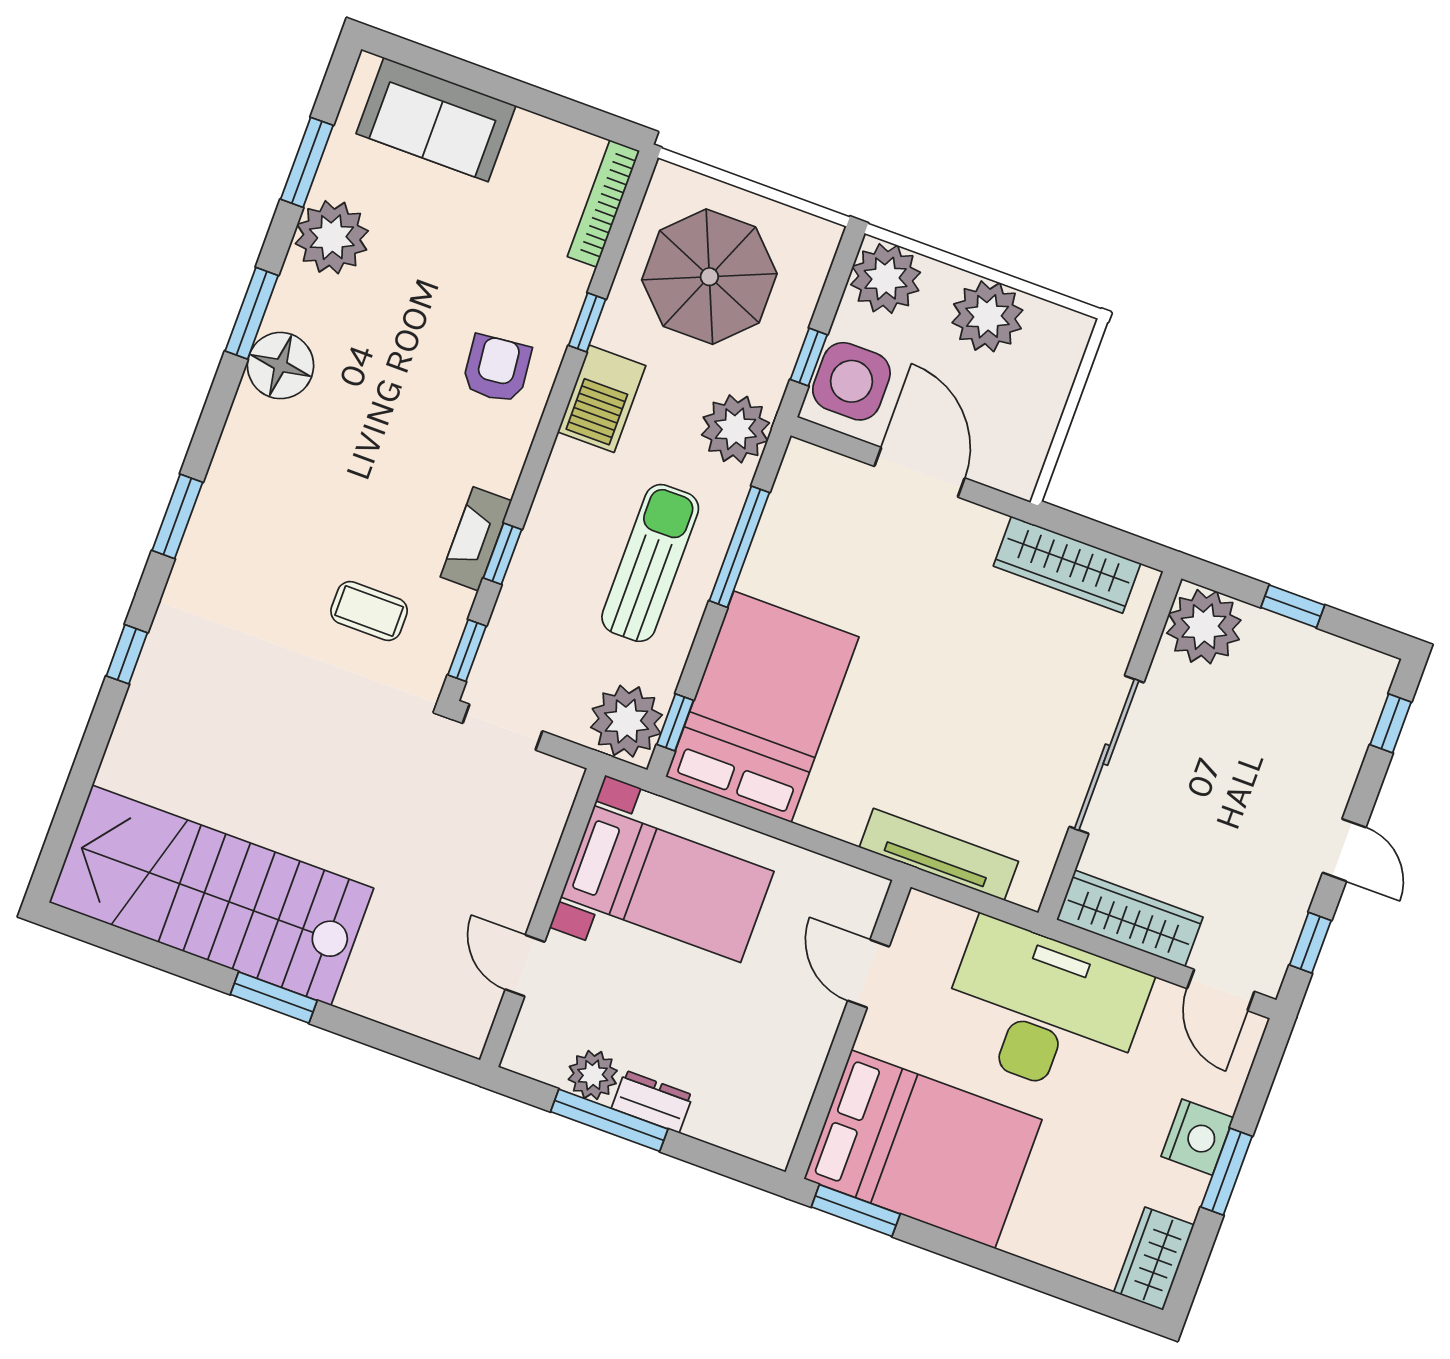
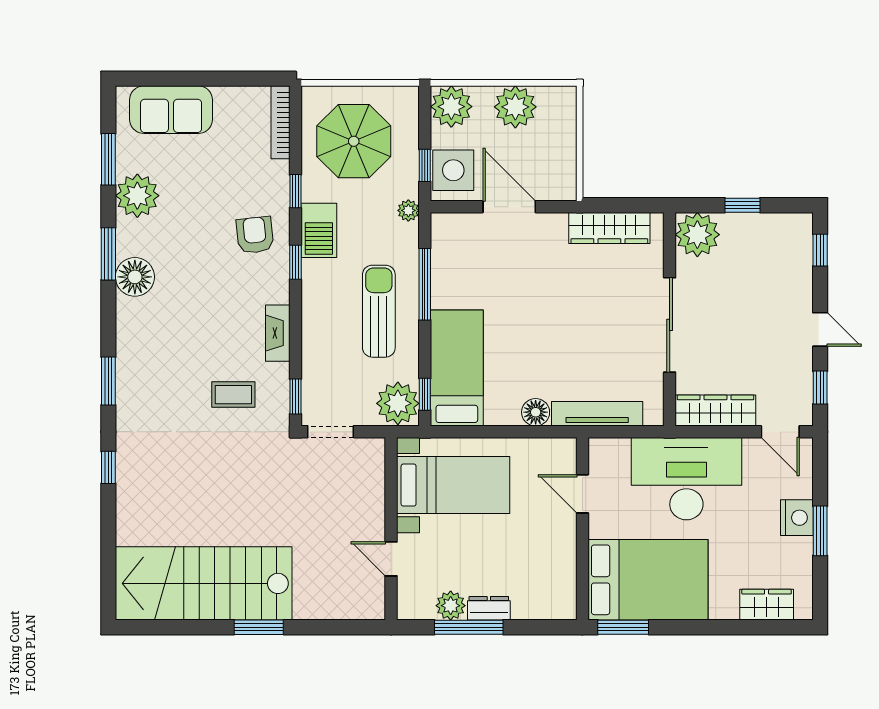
plant: (736, 429) -> (408, 210), width x0.53, depth x0.53
window: (502, 554) -> (295, 262), moved
bed: (762, 707) -> (457, 368), width x0.67
floor lamp: (841, 816) -> (536, 412), added
wardrobe: (1154, 1259) -> (767, 605), moved, turned 90

